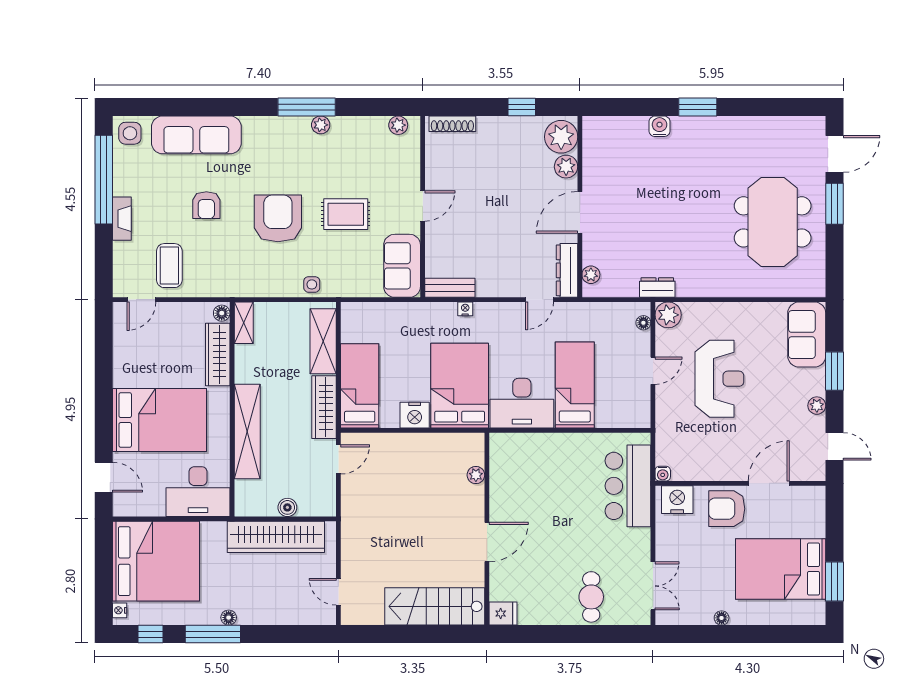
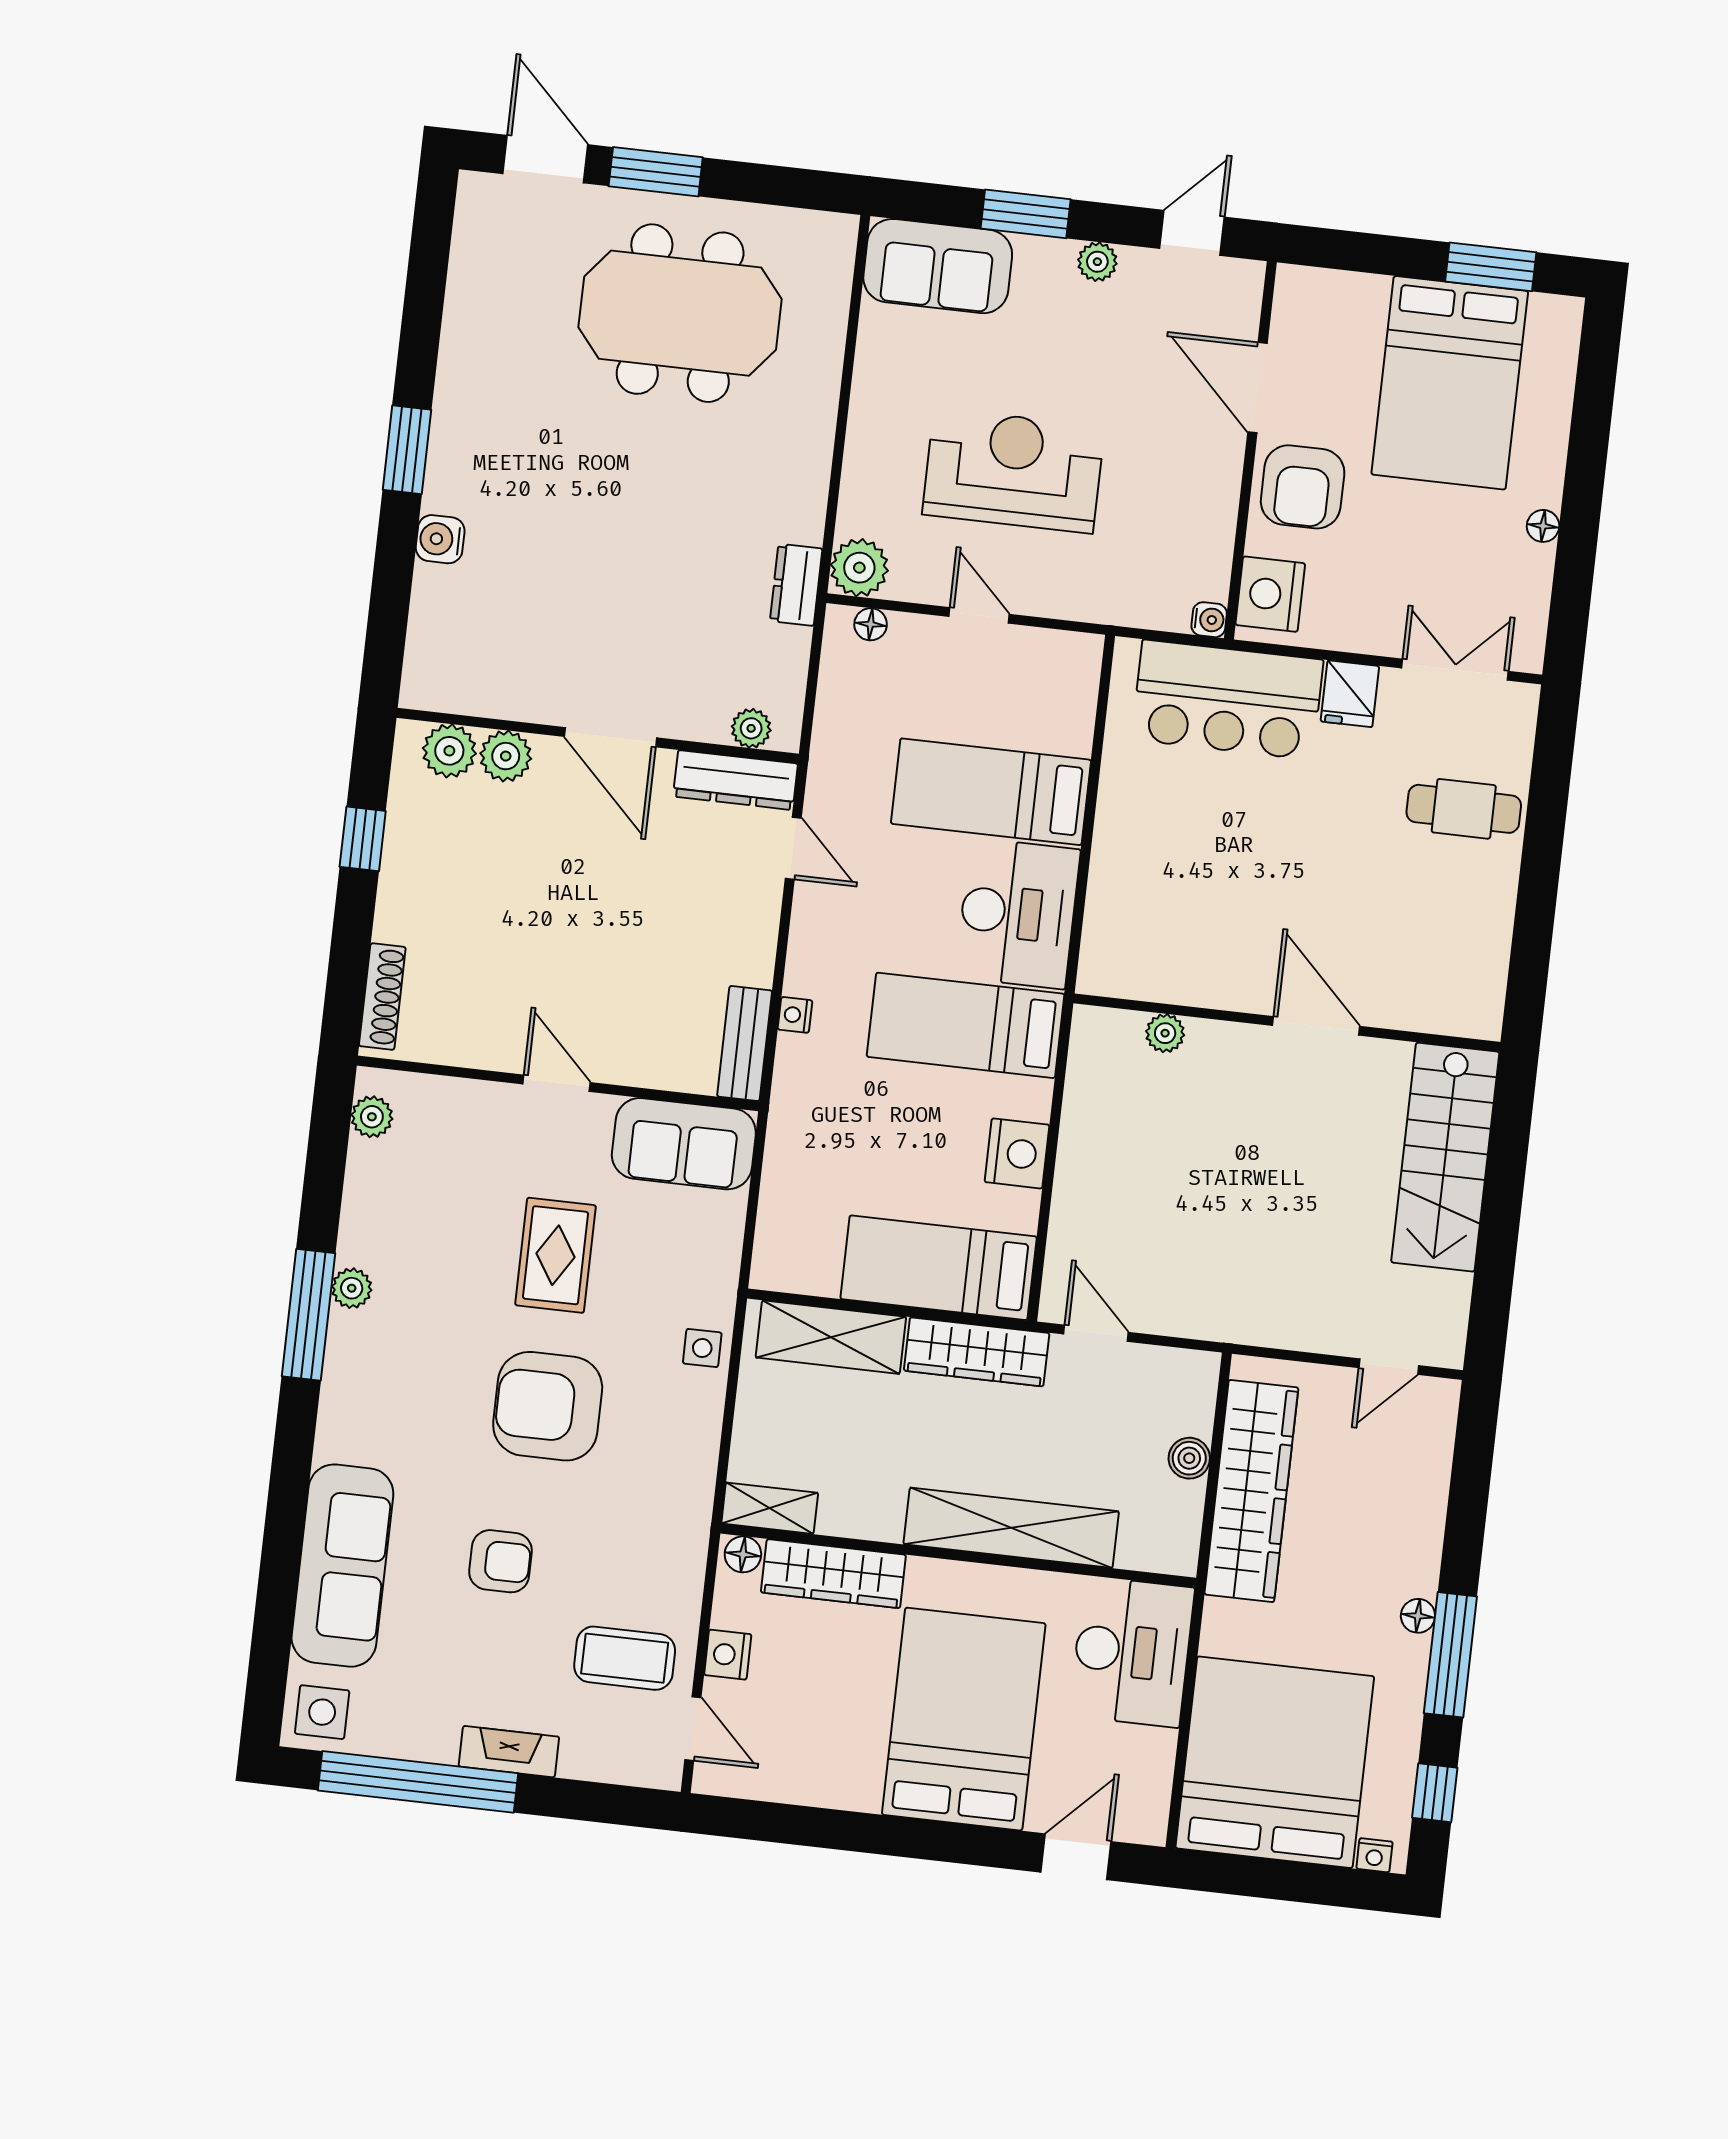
plant: (561, 137) -> (449, 751), width x0.73, depth x0.73
nightstand: (176, 311) -> (728, 1655), added
bed: (460, 386) -> (966, 1025), width x0.67
fridge: (503, 614) -> (1350, 694), moved, turned 180

